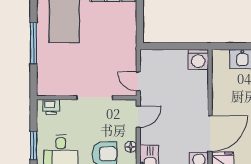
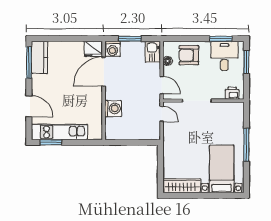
washing machine: (198, 60) -> (113, 109), moved, turned 90
door: (138, 117) -> (162, 85), swing flipped

